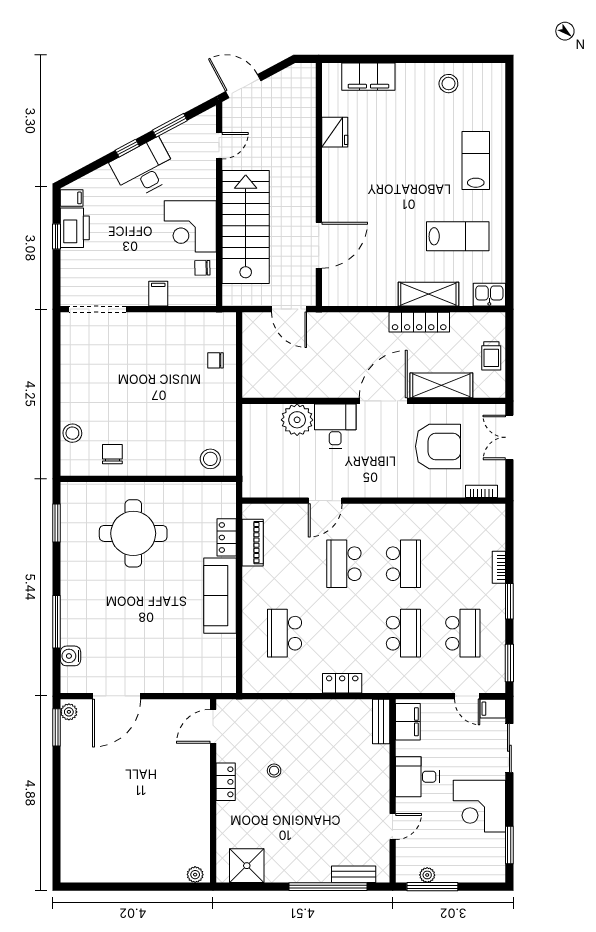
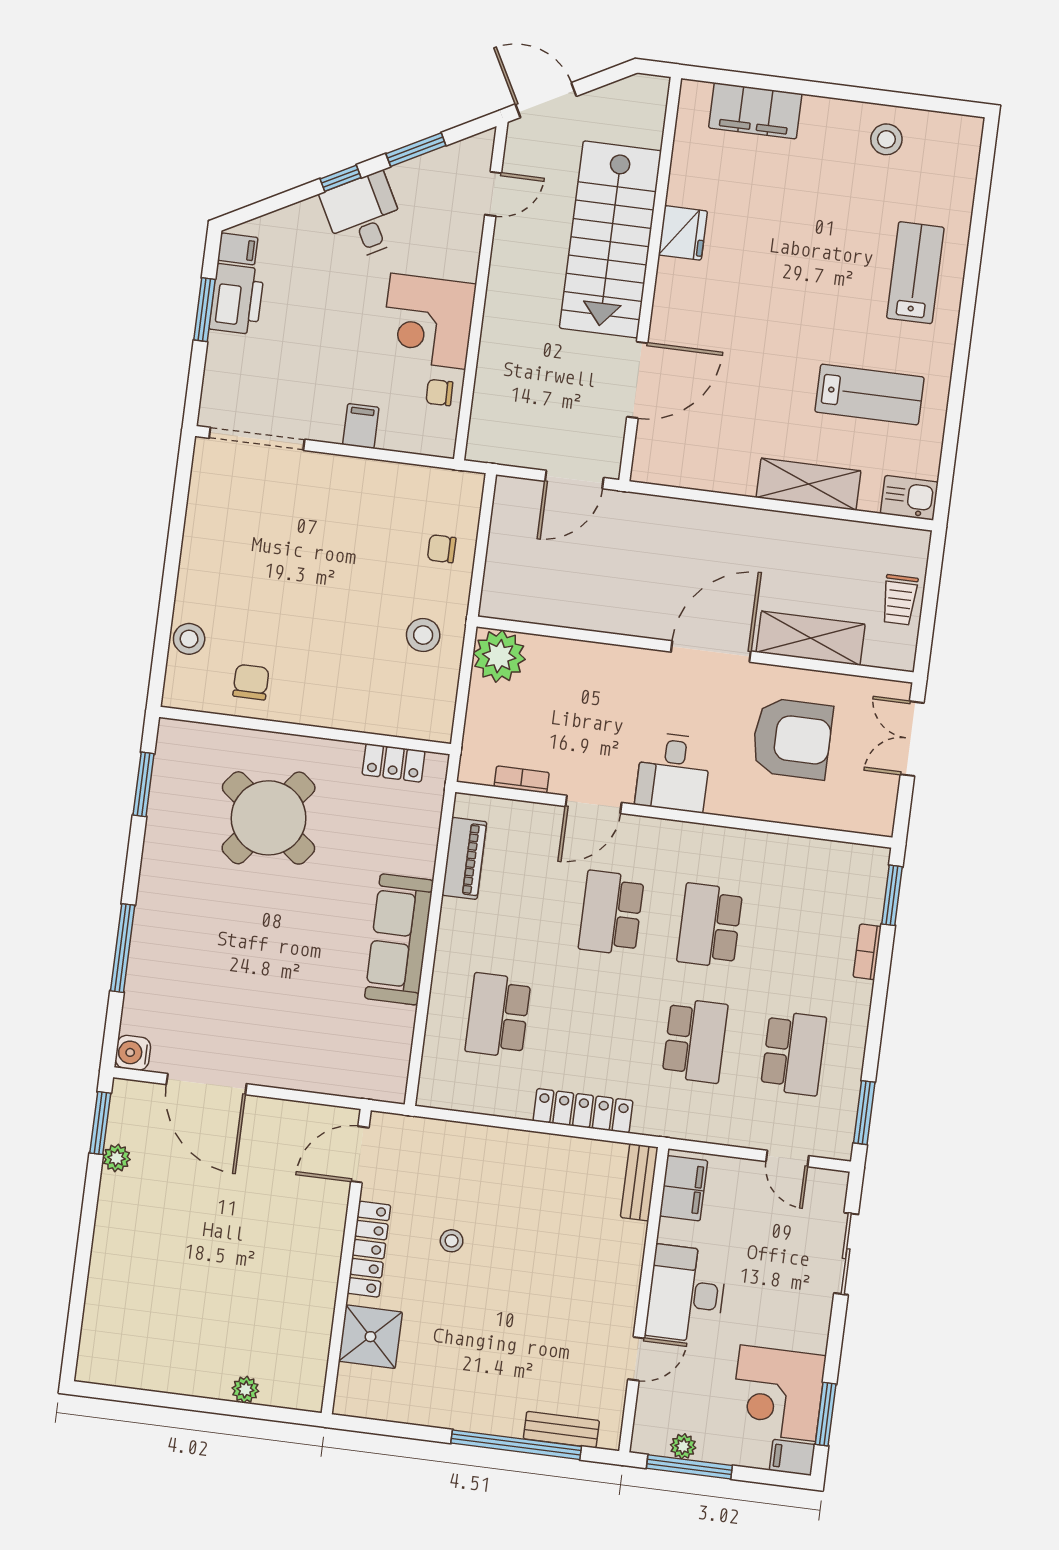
fridge: (335, 132) -> (683, 233), moved
desk: (144, 169) -> (364, 216), width x0.73
stairs: (246, 227) -> (610, 239), moved, turned 180
window: (57, 237) -> (204, 310), width x1.50
door: (289, 309) -> (574, 479), hinge flipped
locker: (419, 322) -> (787, 529), removed
plant: (297, 420) -> (499, 656), moved
desk: (335, 426) -> (673, 772), moved, turned 180
stool: (210, 459) -> (423, 635), moved
bookcase: (481, 491) -> (522, 780), moved
round table: (133, 533) -> (269, 818), turned 38
locker: (227, 537) -> (394, 763), moved, turned -90
school desk: (403, 564) -> (710, 926), turned 180
window: (509, 601) -> (892, 895), moved
water cooler: (71, 656) -> (133, 1053), moved
locker: (342, 683) -> (583, 1111), width x1.53
door: (117, 696) -> (206, 1084), hinge flipped
filing cabinet: (493, 709) -> (792, 1457), moved
plant: (69, 712) -> (117, 1158), moved
desk: (417, 777) -> (686, 1294), width x1.37
locker: (226, 782) -> (369, 1249), width x1.53
corner desk: (479, 806) -> (778, 1393), moved
shower: (247, 866) -> (370, 1337), moved
plant: (195, 875) -> (245, 1390), moved

